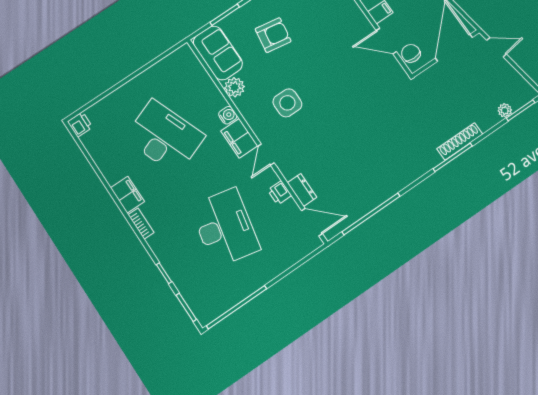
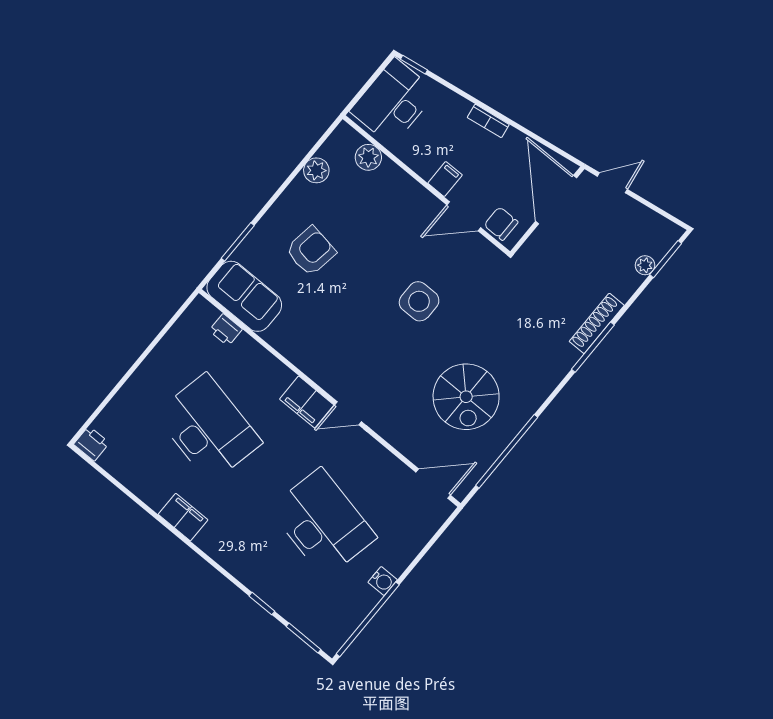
plant: (234, 87) -> (280, 336), removed
side table: (287, 103) -> (419, 301), moved
water cooler: (228, 115) -> (383, 581), moved, turned 90
desk: (165, 137) -> (208, 428), turned 33
door: (266, 155) -> (348, 413), hinge flipped
spiral stairs: (353, 167) -> (466, 397), added
dresser: (302, 190) -> (409, 446), removed
printer: (280, 193) -> (226, 330), moved
bookcase: (141, 224) -> (212, 549), removed

